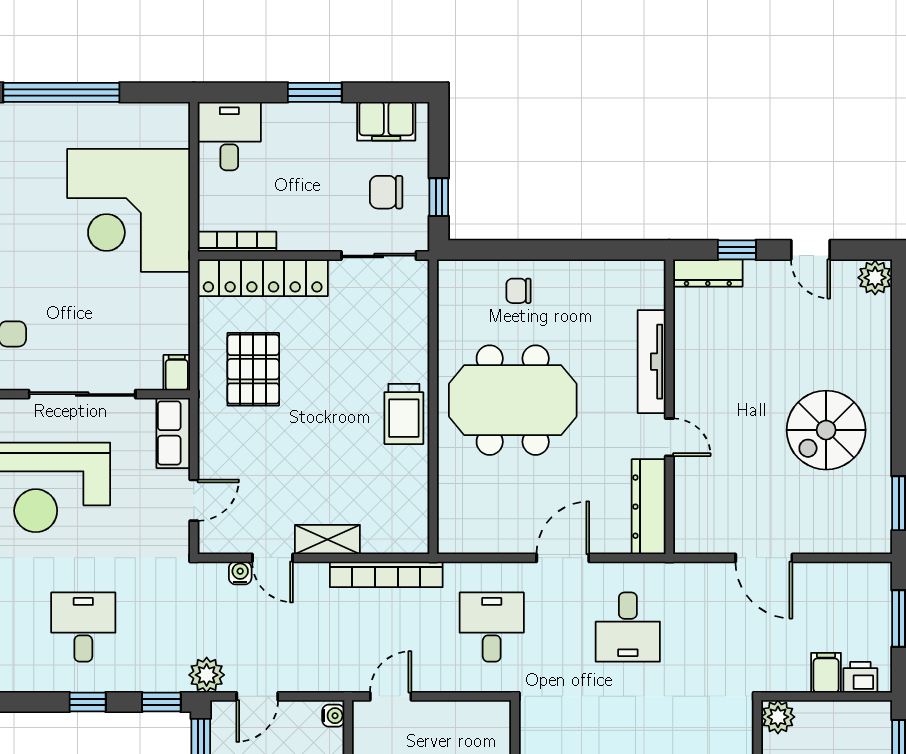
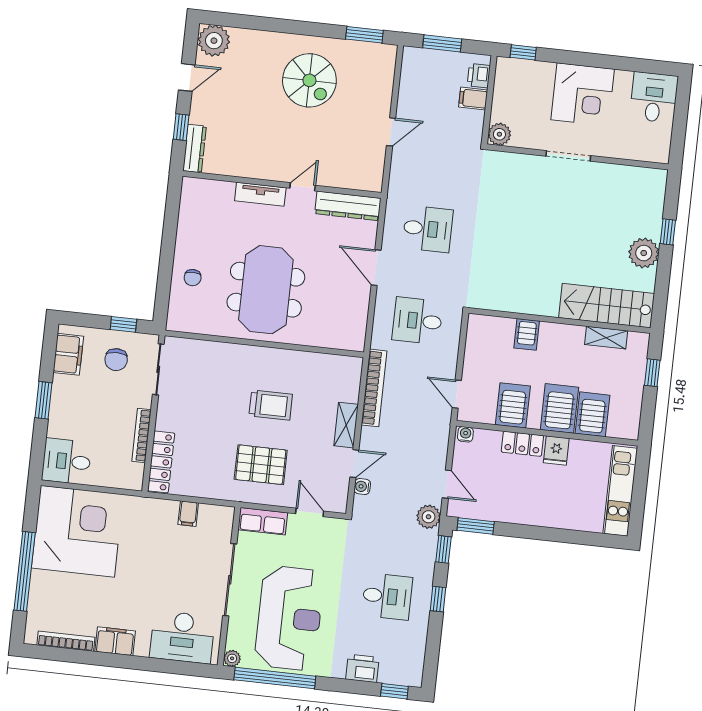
corner desk: (129, 210) -> (77, 531), moved, turned -90
bookcase: (237, 242) -> (142, 435), moved
locker: (263, 278) -> (161, 462), width x0.71, depth x0.83
plant: (875, 278) -> (214, 41), width x1.36, depth x1.36
tv unit: (652, 362) -> (260, 194), width x0.71
pallet: (253, 369) -> (261, 465), moved
filing cabinet: (177, 373) -> (188, 514), moved, turned -90
trolley: (404, 414) -> (271, 405), moved
door: (764, 558) -> (391, 132), width x0.73
desk: (83, 627) -> (387, 596), turned 180

